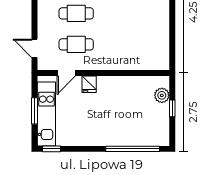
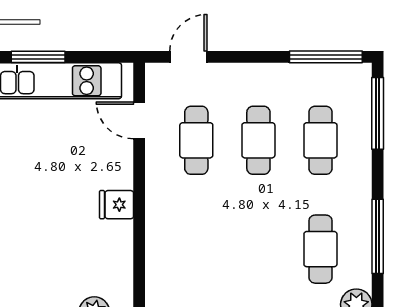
fridge: (89, 84) -> (117, 205), moved
window: (35, 111) -> (38, 57), moved

